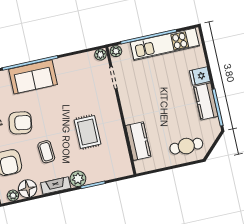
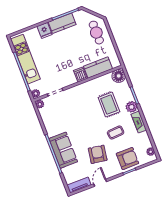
dishwasher: (132, 116) -> (80, 75), added
rug: (88, 132) -> (109, 105), moved, turned 90
floor lamp: (28, 189) -> (119, 76), moved

